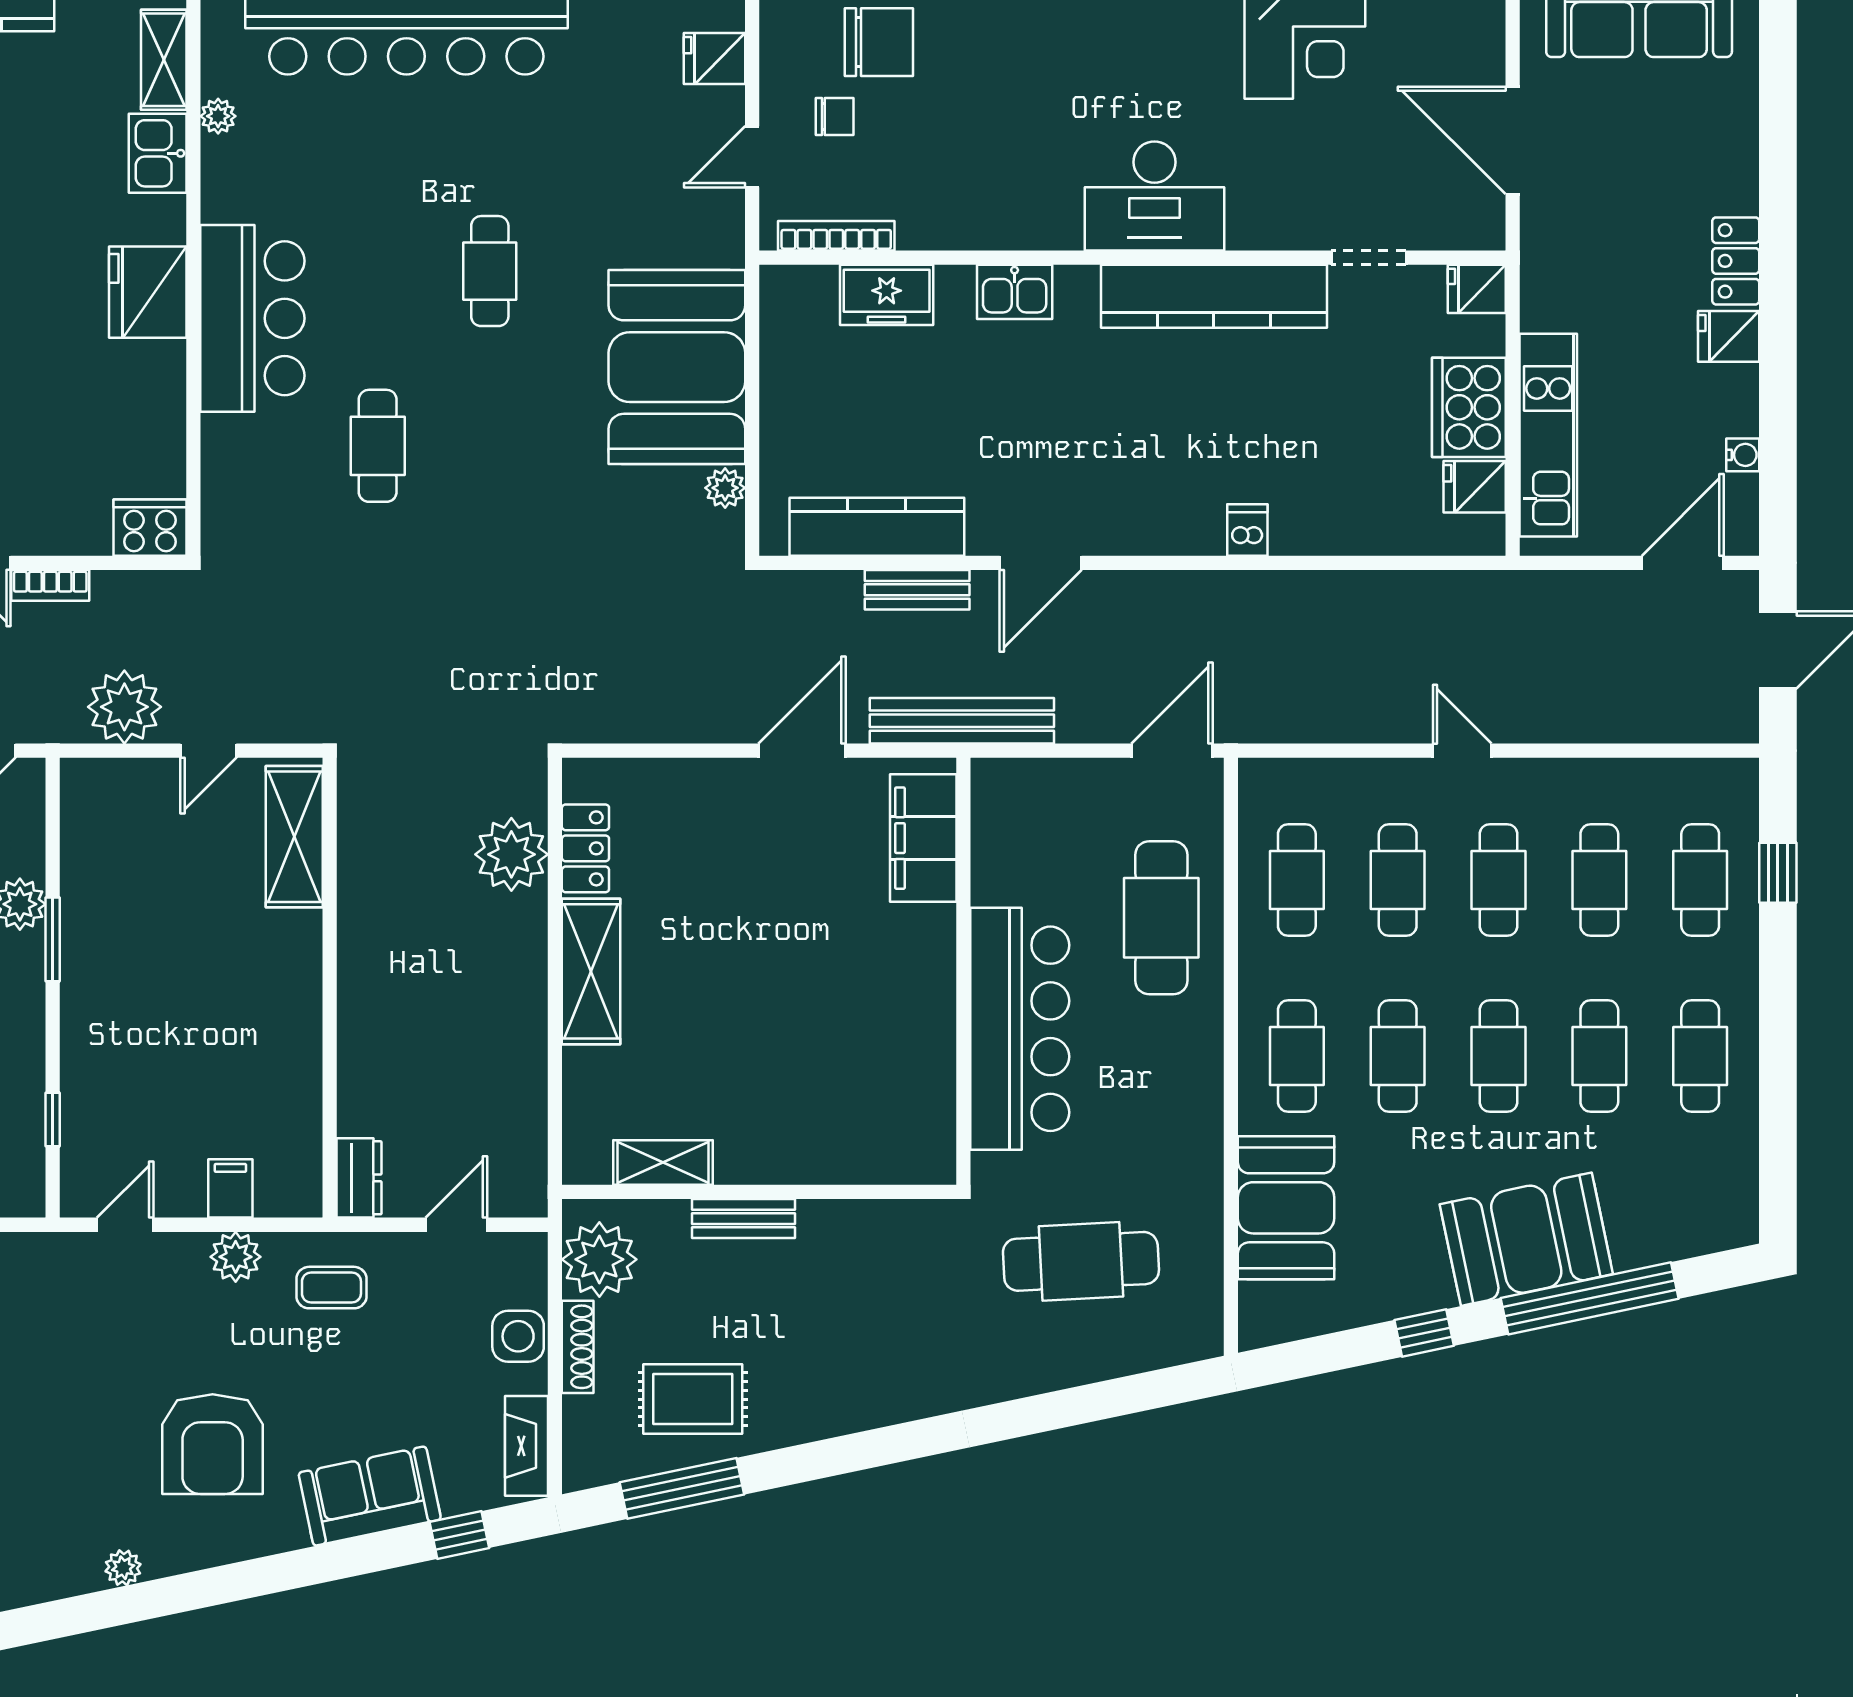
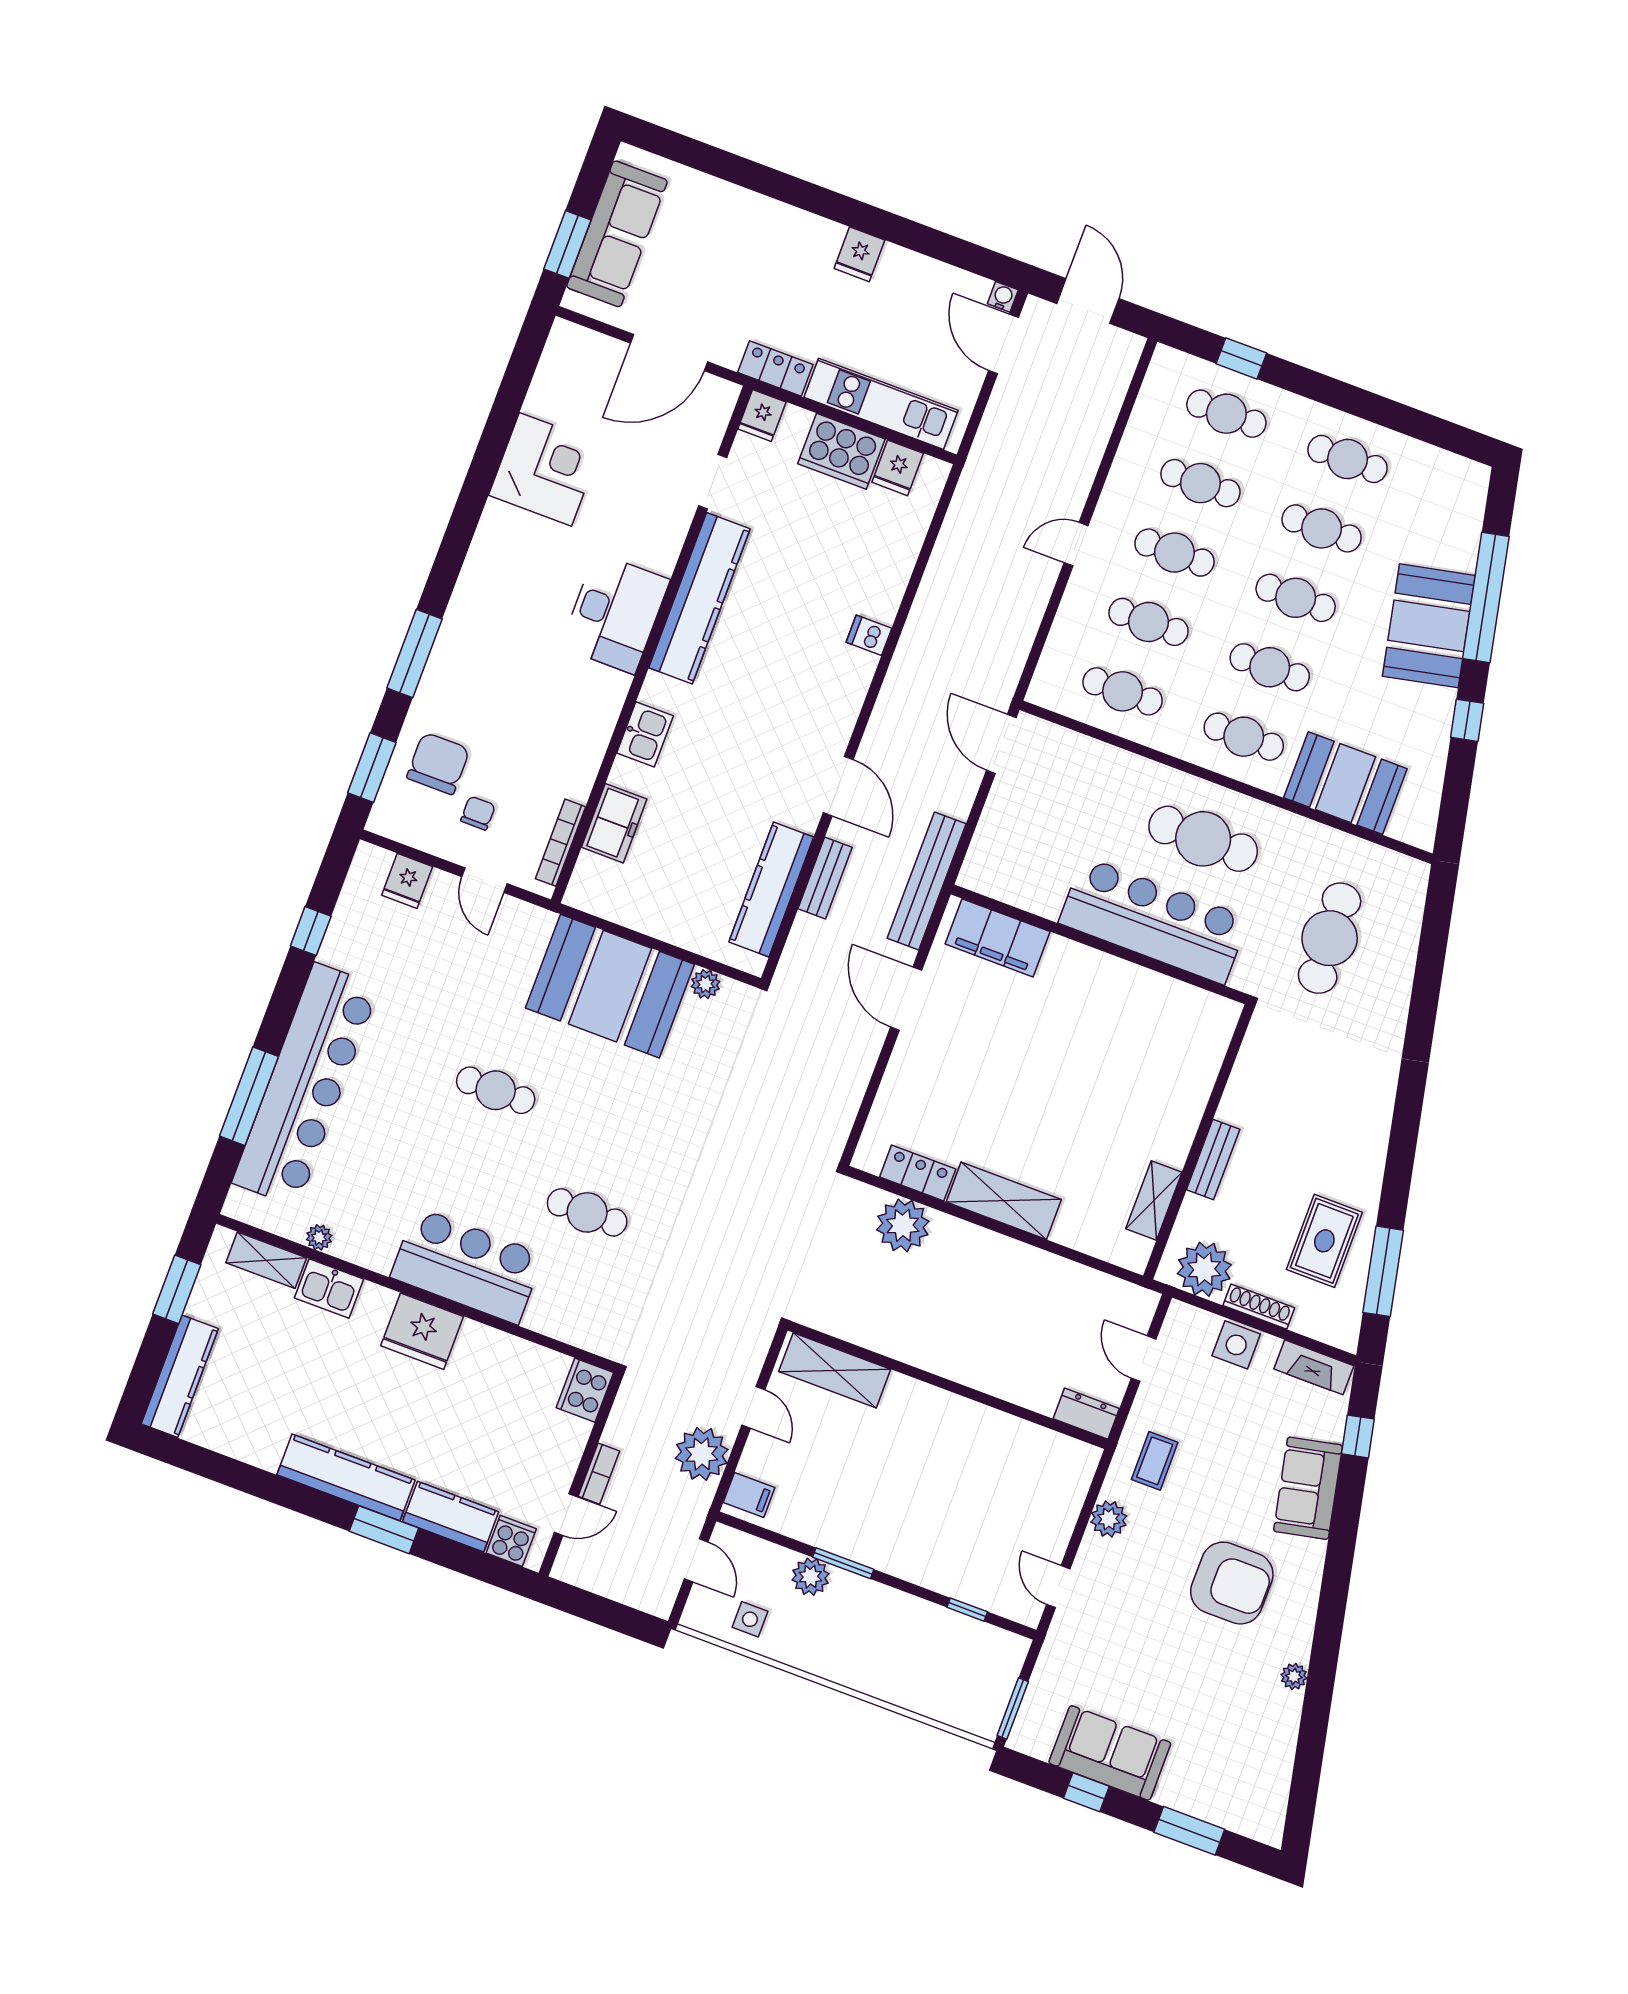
locker: (1736, 261) -> (775, 369), moved, turned 180
water cooler: (1743, 455) -> (1003, 297), moved
cafe table: (1161, 918) -> (1203, 839), moved
filing cabinet: (230, 1188) -> (749, 1495), moved, turned 180

